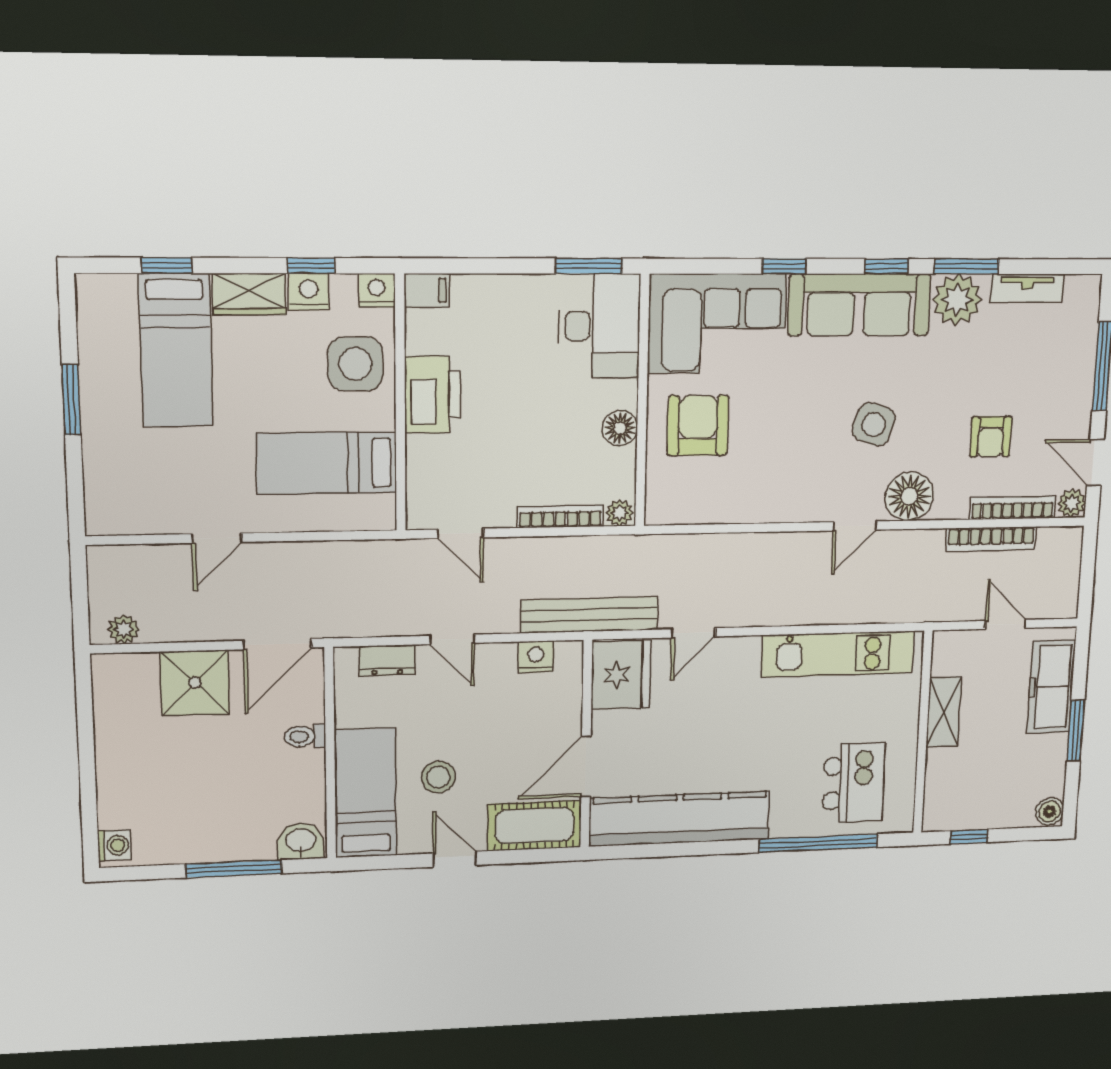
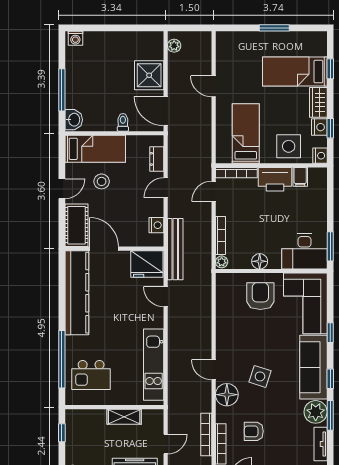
filing cabinet: (427, 290) -> (300, 177), moved
armchair: (698, 426) -> (260, 296), turned -90
bookcase: (417, 483) -> (236, 173), added

